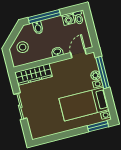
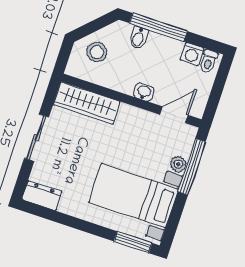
dresser: (40, 132) -> (42, 196), added

